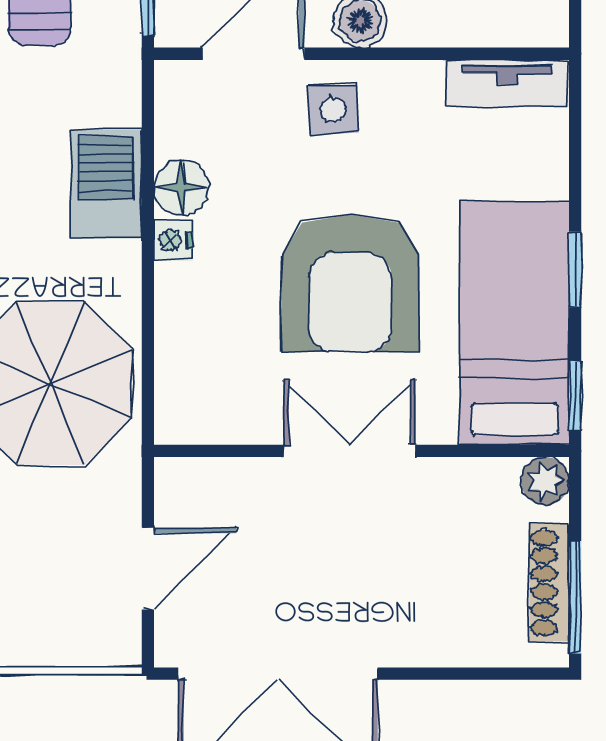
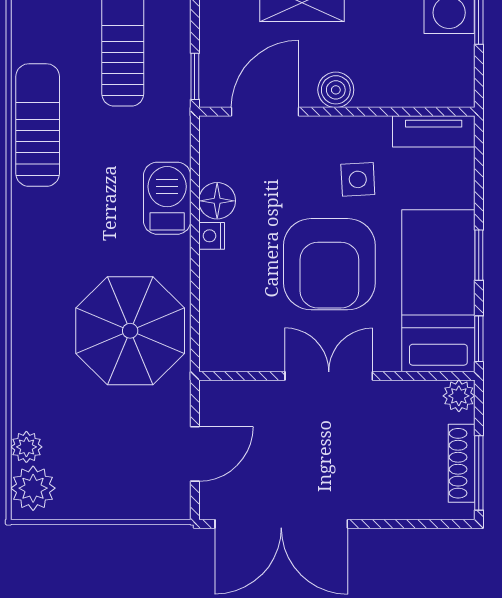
side table: (333, 110) -> (358, 179), moved

